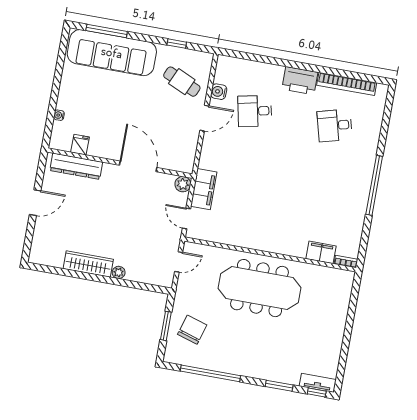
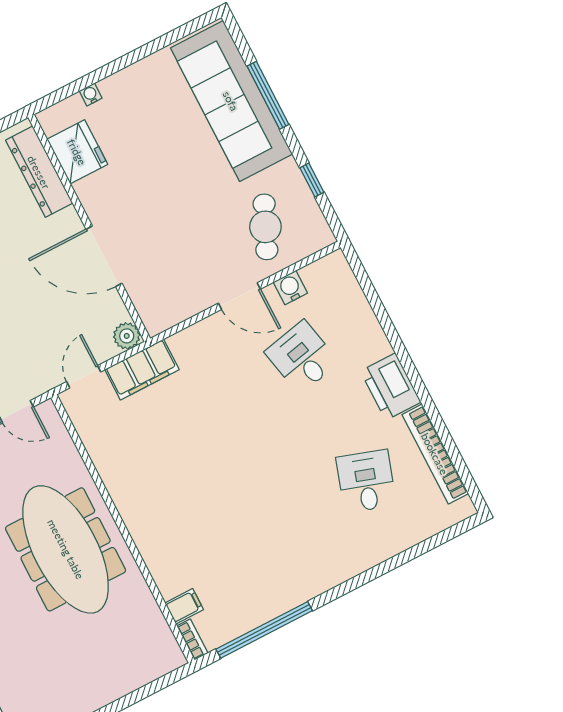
window: (107, 31) -> (268, 95), moved
desk: (335, 125) -> (366, 481), turned 33
fridge: (80, 145) -> (77, 152), width x1.88, depth x1.34
door: (138, 166) -> (104, 256), swing flipped
window: (374, 185) -> (264, 630), moved
filing cabinet: (321, 252) -> (184, 606), width x0.50

